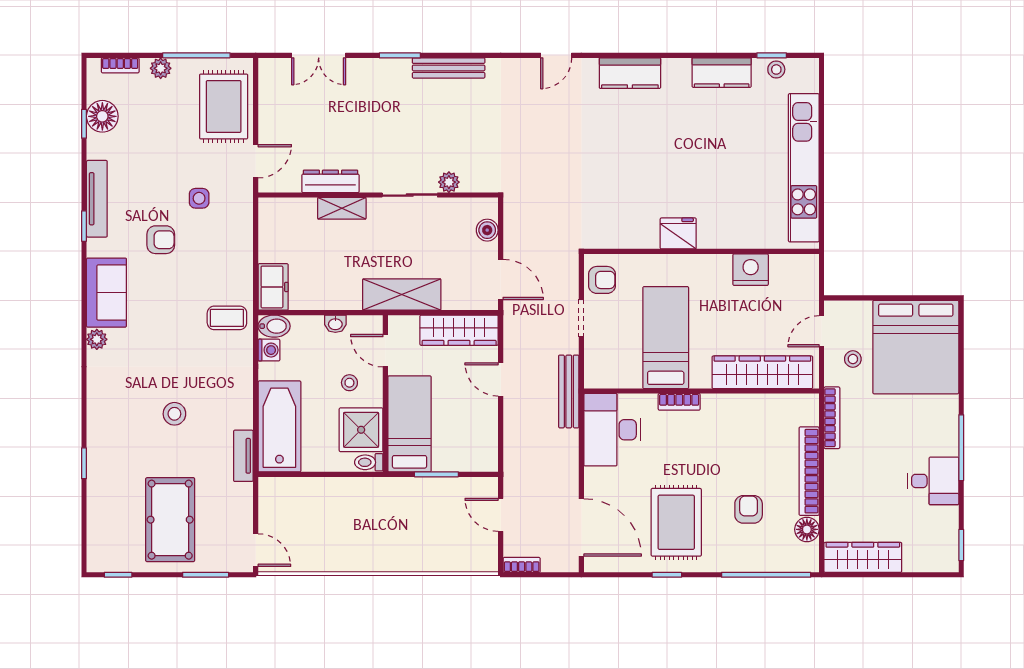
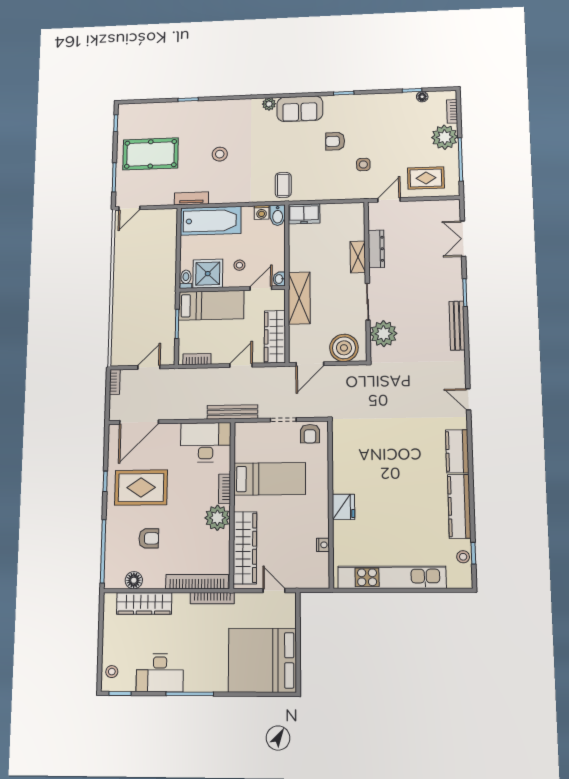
plant: (161, 68) -> (445, 137), width x1.88, depth x1.88
kitchen counter: (722, 73) -> (459, 506), width x1.50
rug: (224, 106) -> (426, 178), width x0.73, depth x0.70
floor lamp: (102, 116) -> (422, 97), width x0.53, depth x0.53
door: (256, 161) -> (389, 200), swing flipped
plant: (449, 182) -> (384, 334), width x1.88, depth x1.88
tv unit: (97, 199) -> (362, 100), removed
boiler: (487, 230) -> (344, 348), width x1.86, depth x1.86
fridge: (678, 233) -> (343, 507), moved
armchair: (161, 240) -> (335, 141), turned 90
nightstand: (751, 270) -> (323, 545), width x0.53, depth x0.56
washbasin: (335, 324) -> (279, 279), moved
stool: (853, 359) -> (112, 672), moved
plant: (720, 412) -> (217, 518), added
bookcase: (490, 444) -> (197, 359), added
bookcase: (809, 471) -> (197, 582), moved
desk: (933, 481) -> (160, 673), width x1.37
wardrobe: (863, 557) -> (144, 603), moved, turned 90

